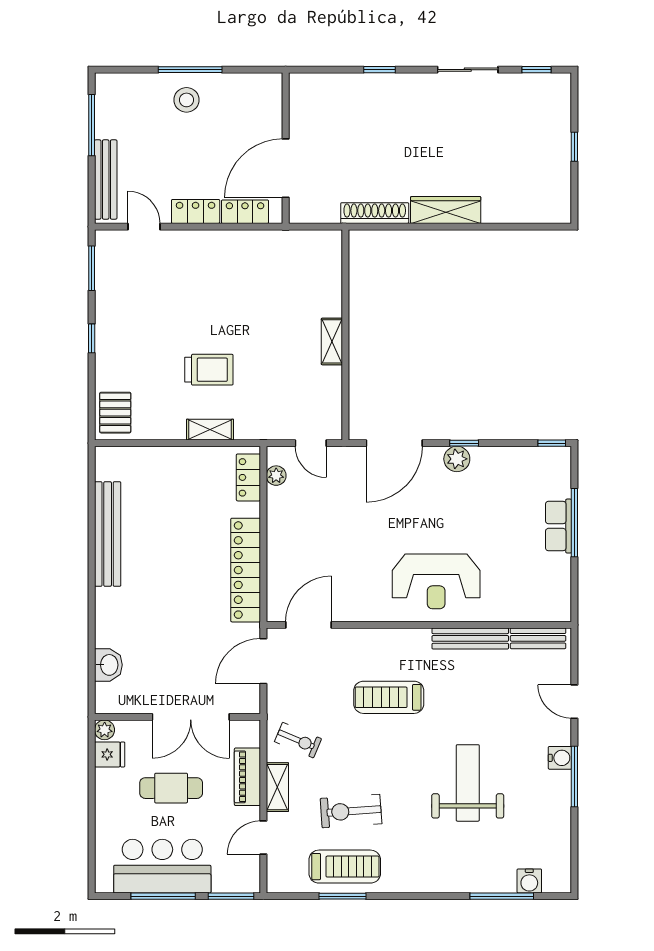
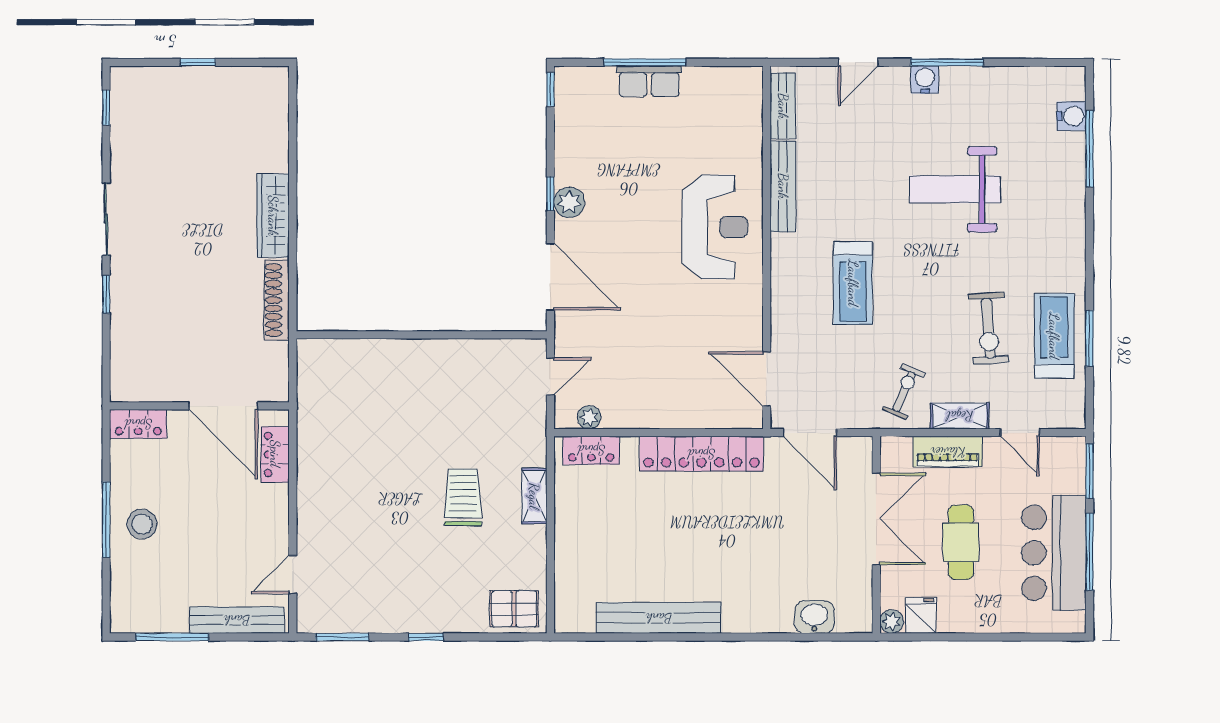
sliding door: (468, 70) -> (106, 219), moved
locker: (196, 211) -> (138, 424), moved, turned -90
shelving: (332, 341) -> (429, 351), removed

